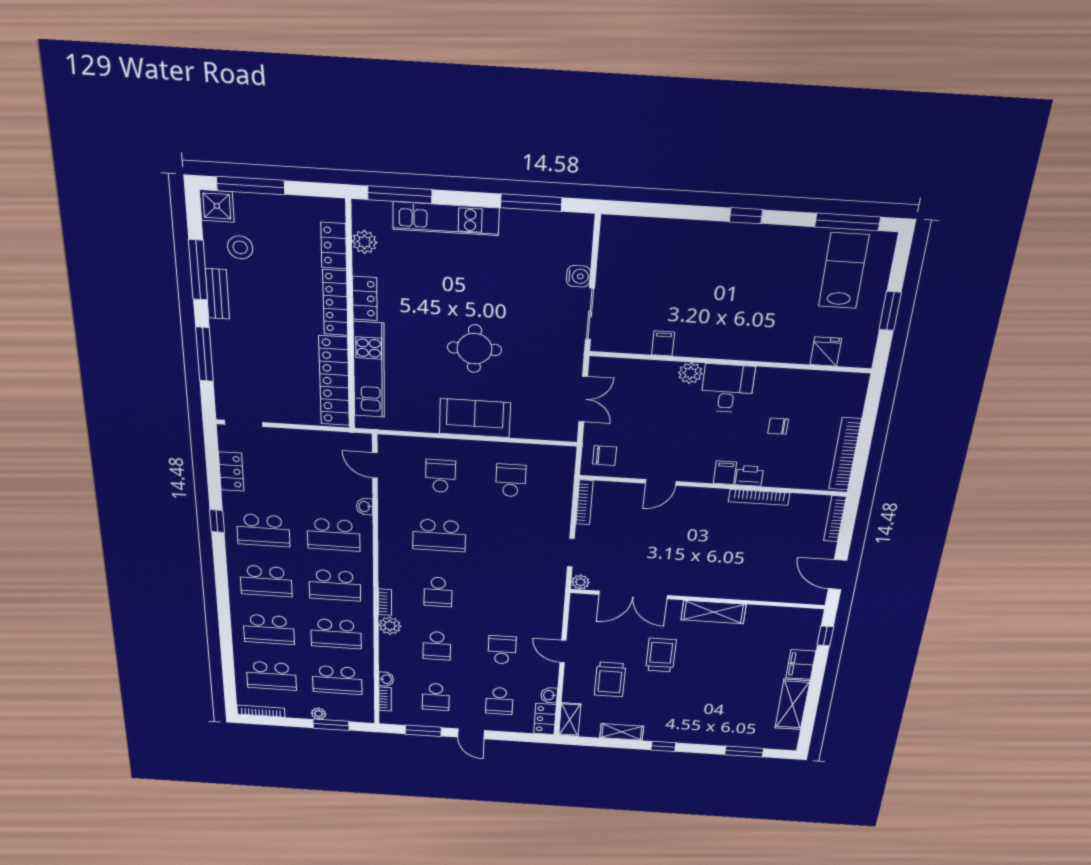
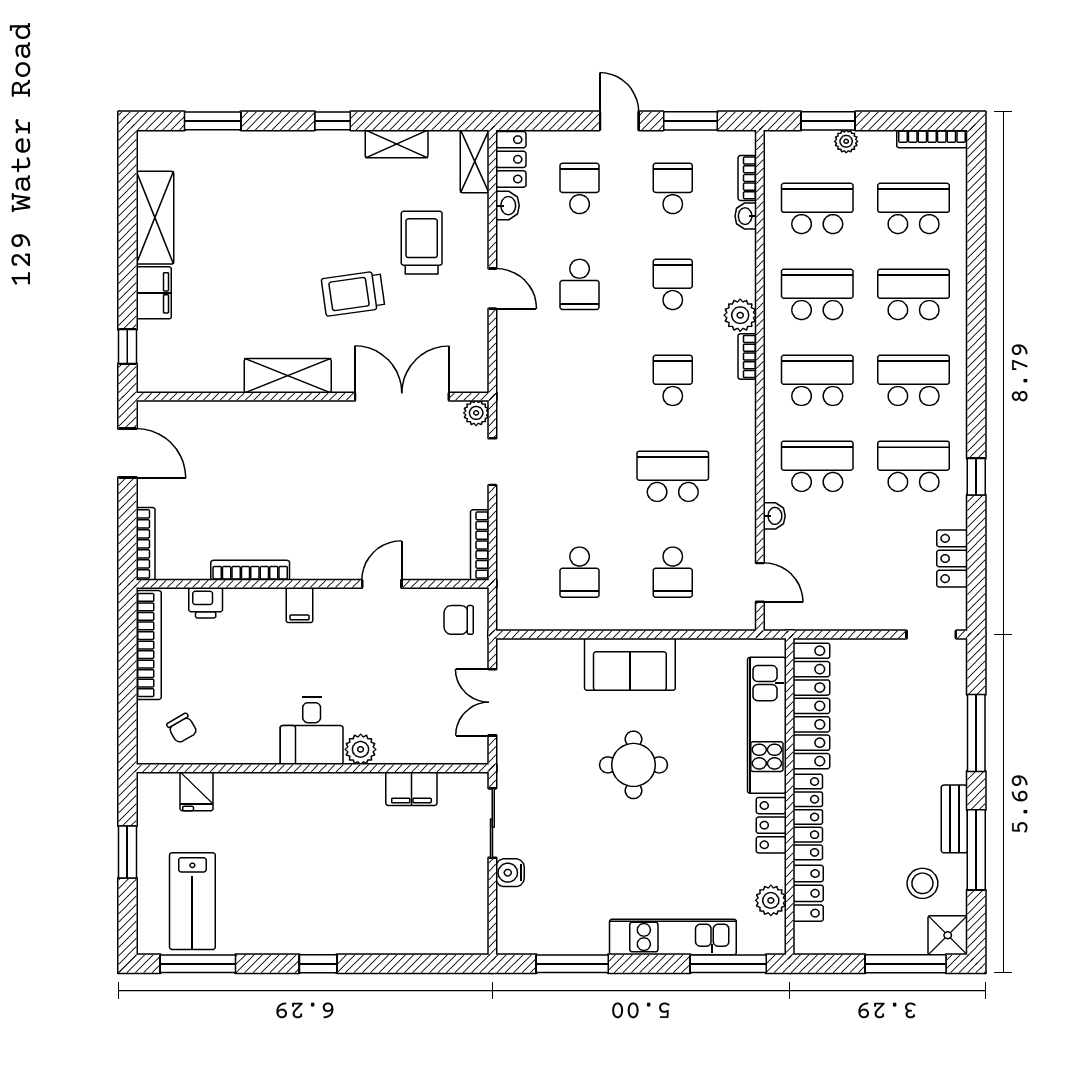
filing cabinet: (663, 343) -> (411, 789), width x2.00
chair: (778, 426) -> (182, 728), moved, turned 60
printer: (749, 476) -> (206, 603), moved
trolley: (661, 655) -> (353, 293), turned 82

